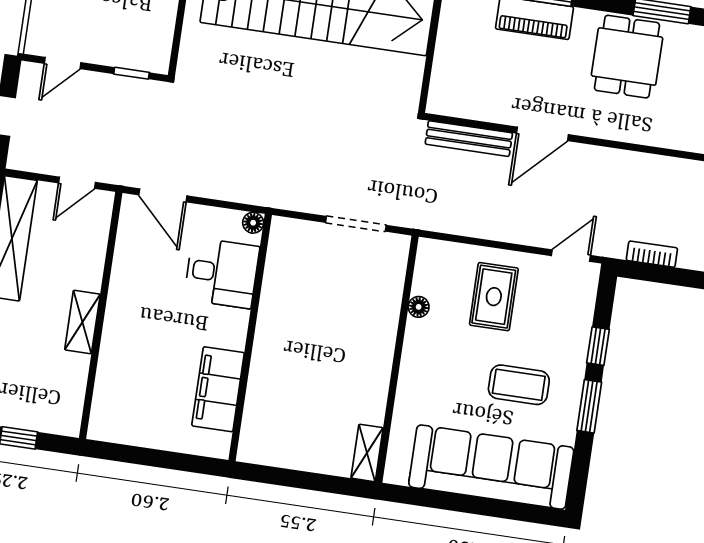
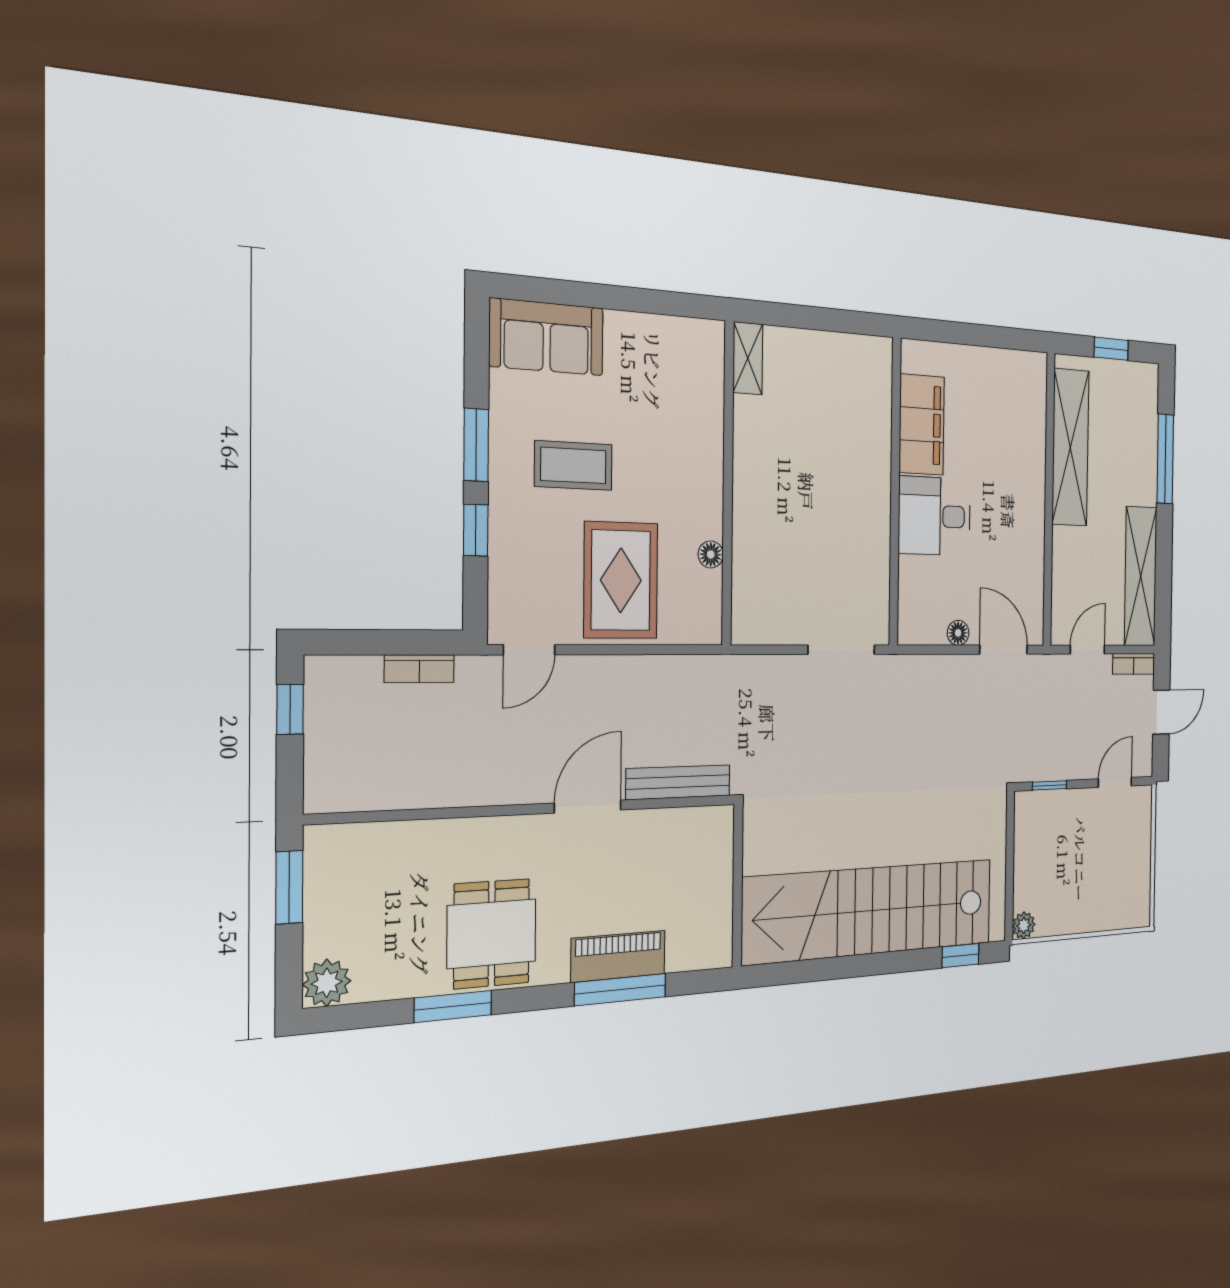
bookcase: (29, 163) -> (1134, 664), added
floor lamp: (253, 223) -> (958, 633), moved
doorway: (356, 224) -> (841, 650), moved
desk: (222, 273) -> (934, 516), moved
rug: (494, 297) -> (621, 580), width x1.36, depth x1.43
shelving: (82, 322) -> (1070, 447), width x2.20, depth x1.33
sofa: (491, 467) -> (547, 337), width x0.54, depth x0.79

